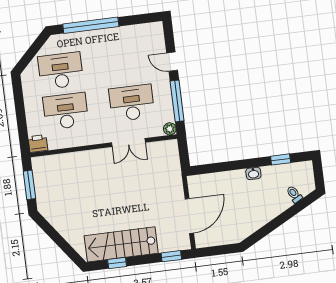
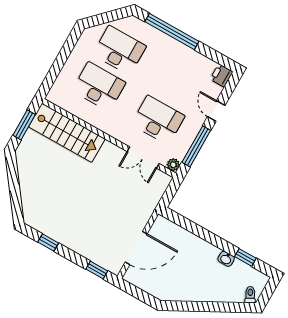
double door: (128, 143) -> (143, 158), moved
printer: (38, 144) -> (221, 75), moved, turned -90
washbasin: (253, 173) -> (226, 259), moved
toilet: (294, 194) -> (250, 295), moved
stairs: (121, 244) -> (67, 133), moved, turned 180

